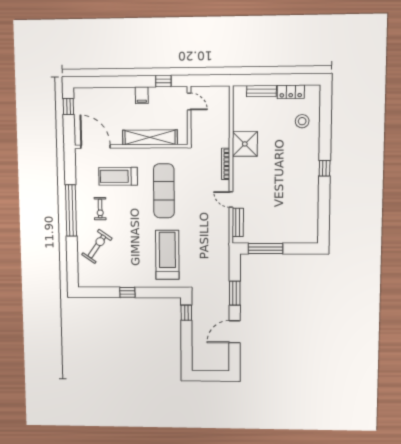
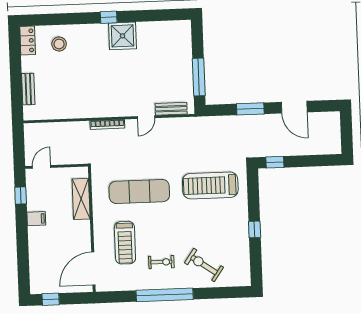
locker: (291, 92) -> (28, 40), moved
shelving: (150, 137) -> (81, 199), width x0.68
shower: (245, 144) -> (122, 36), moved

